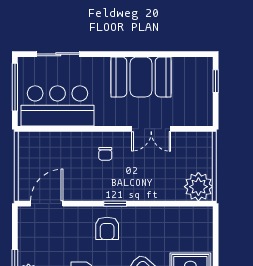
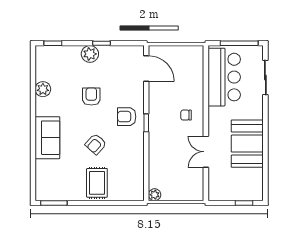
plant: (198, 187) -> (155, 195), width x0.53, depth x0.53

